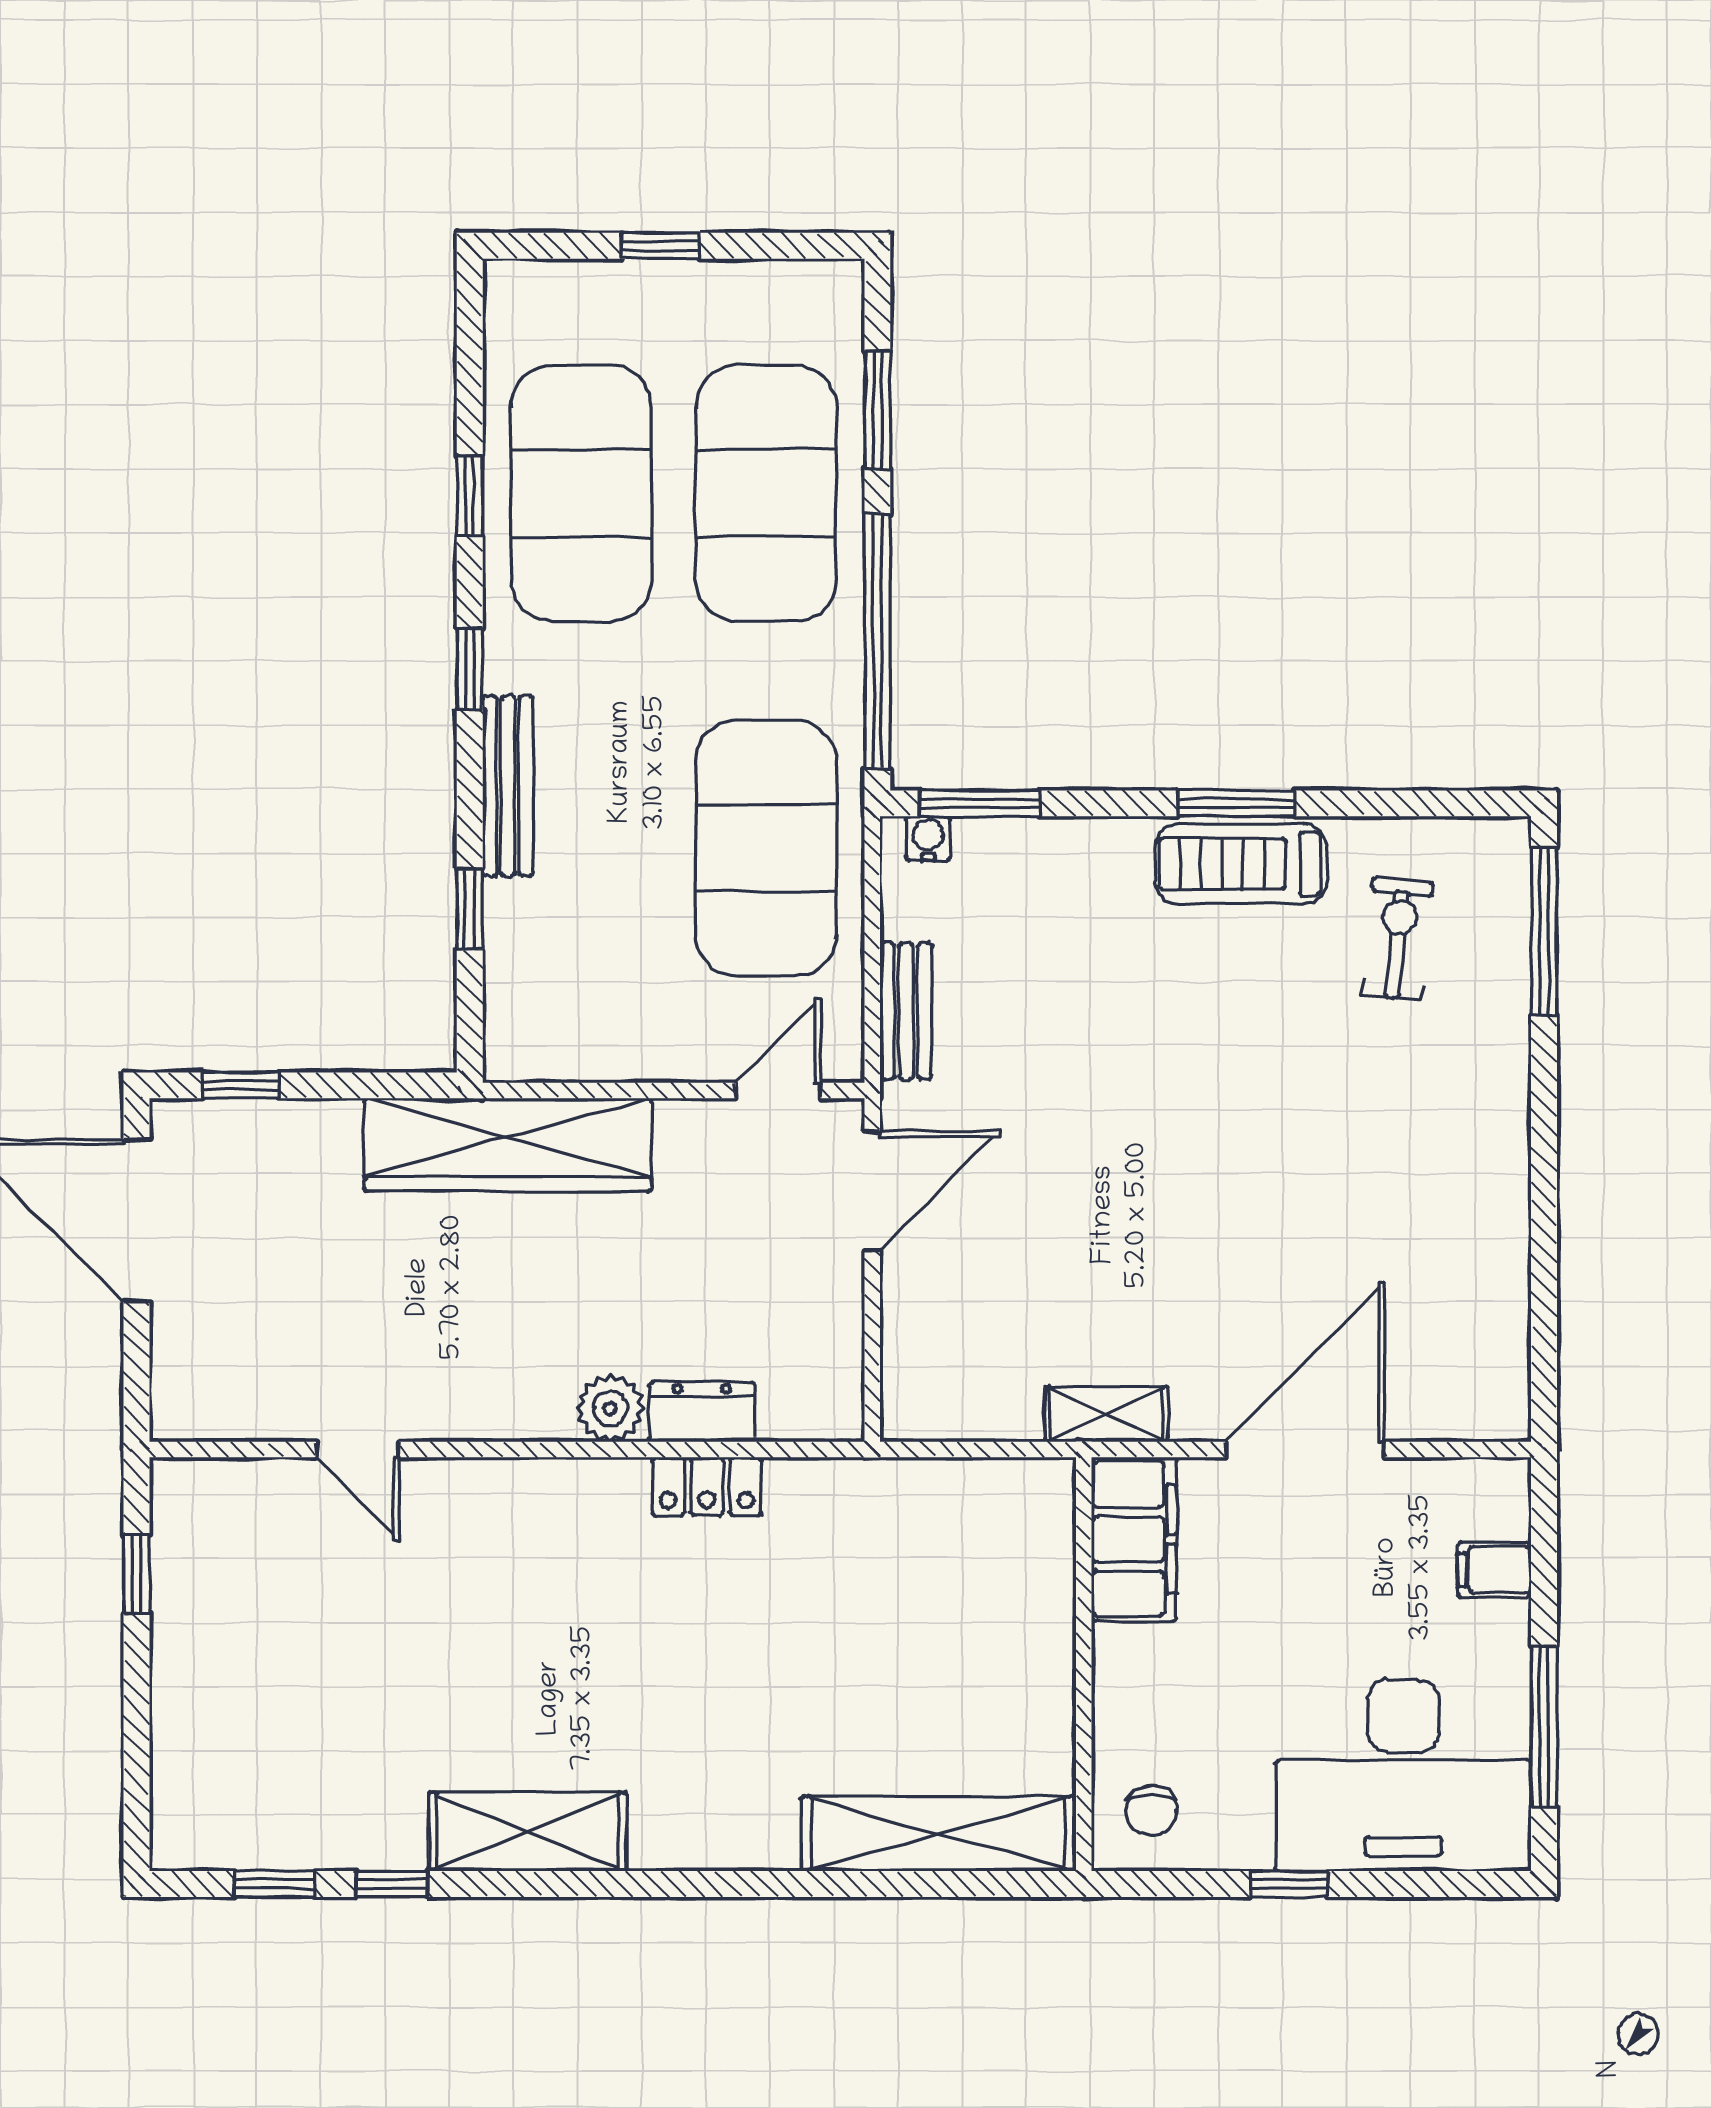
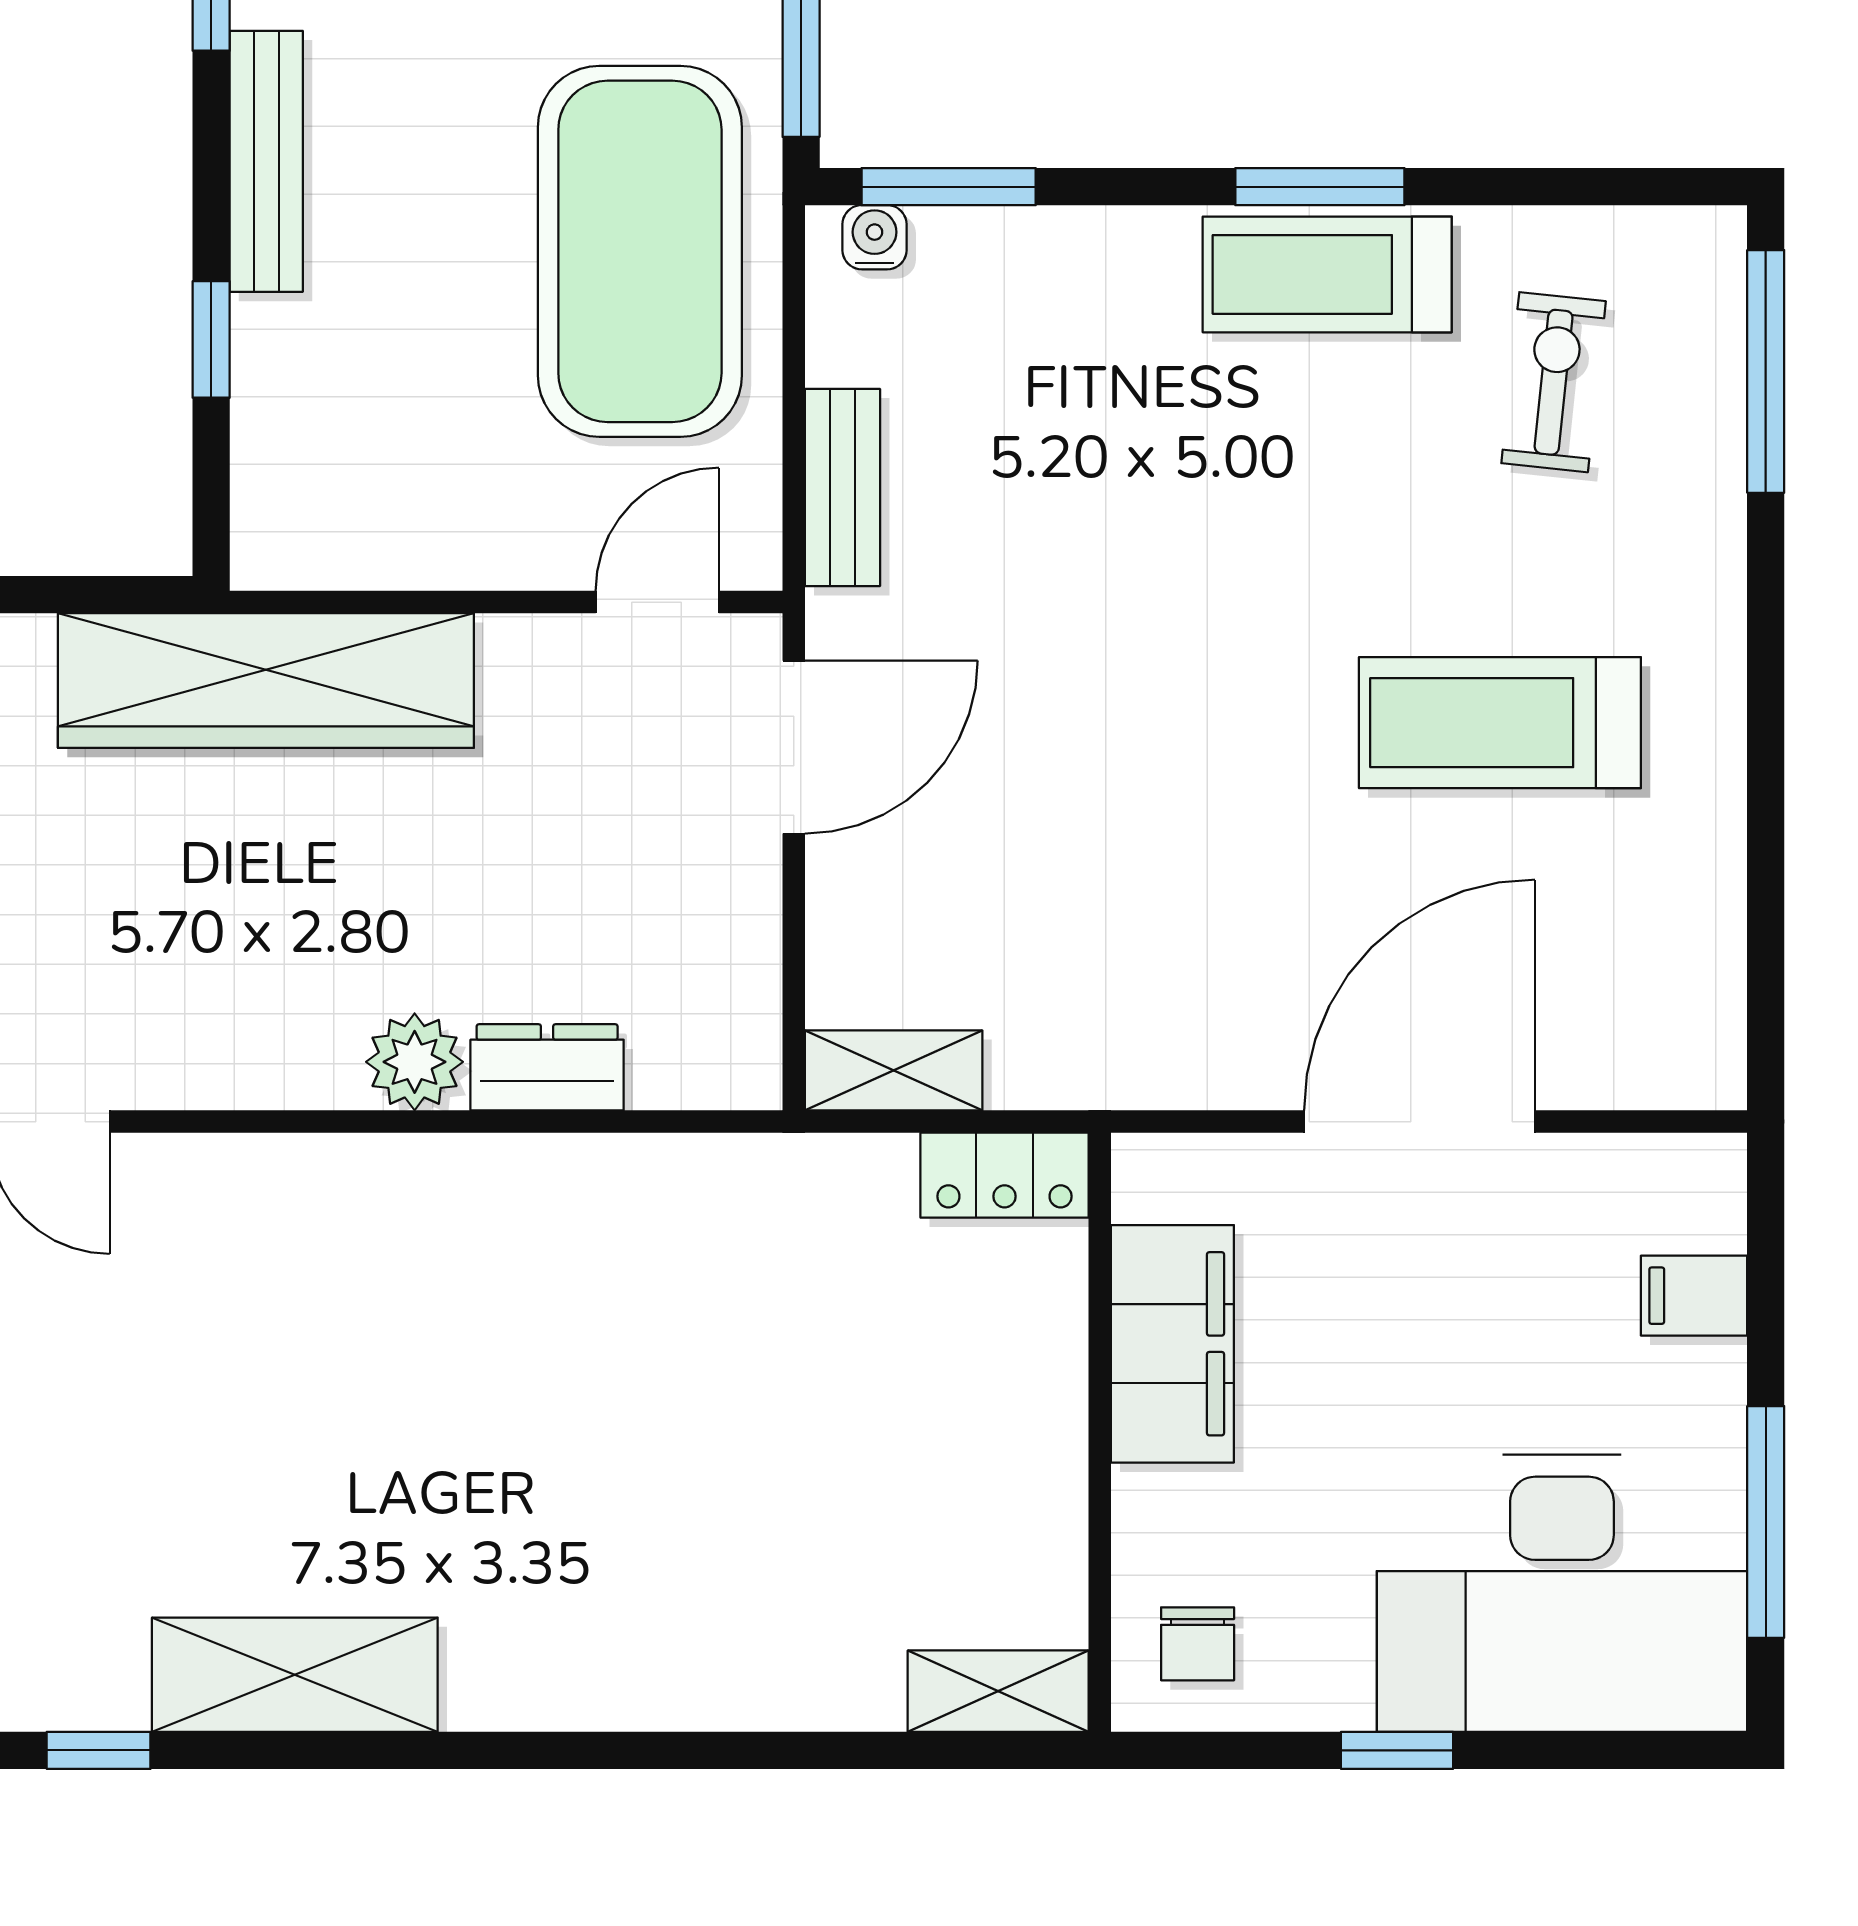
treadmill: (1360, 1174) -> (1500, 723), added
shelving: (1106, 1414) -> (894, 1070), moved
locker: (707, 1487) -> (1005, 1175), moved
filing cabinet: (1134, 1539) -> (1172, 1344), moved
shelving: (939, 1834) -> (998, 1691), width x0.45, depth x0.75

